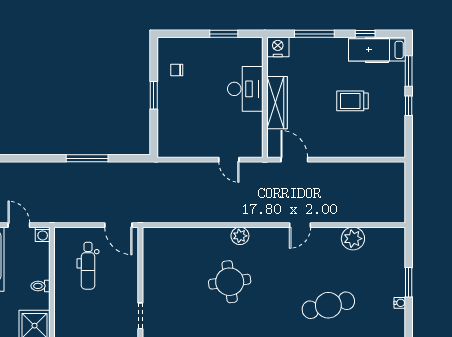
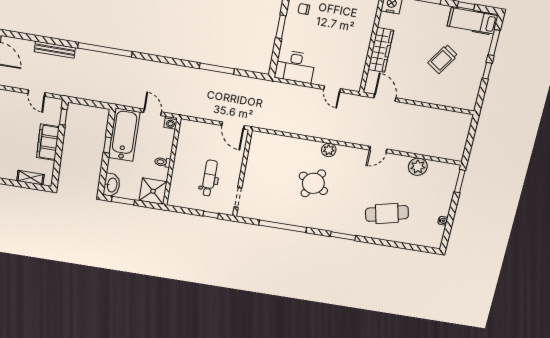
desk: (245, 89) -> (295, 67), moved, turned 90
trolley: (353, 101) -> (443, 59), turned -56
dental chair: (88, 266) -> (209, 178), moved, turned 180
round table: (230, 282) -> (313, 183), turned 36
window: (409, 282) -> (460, 181), moved

